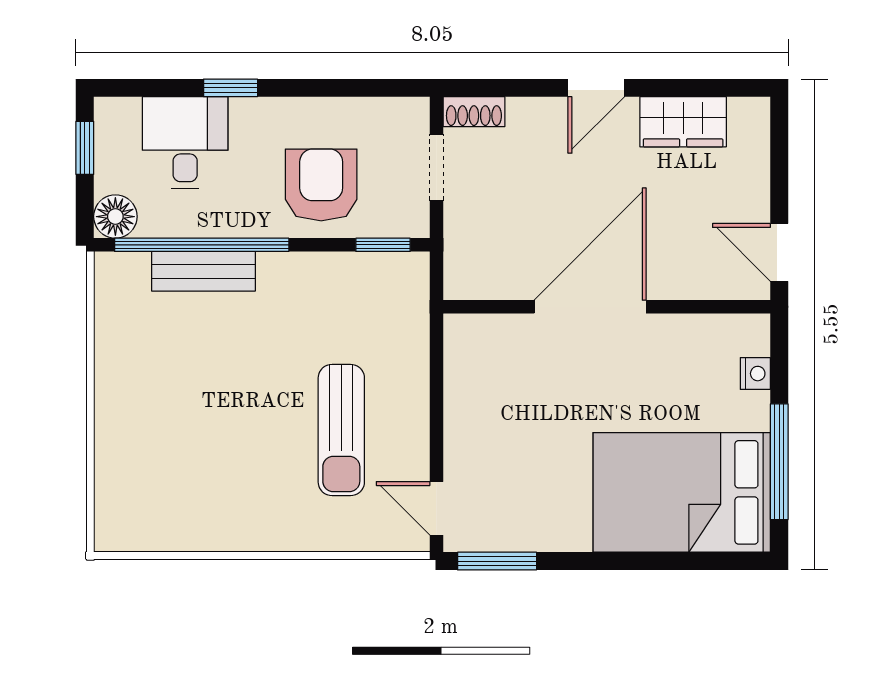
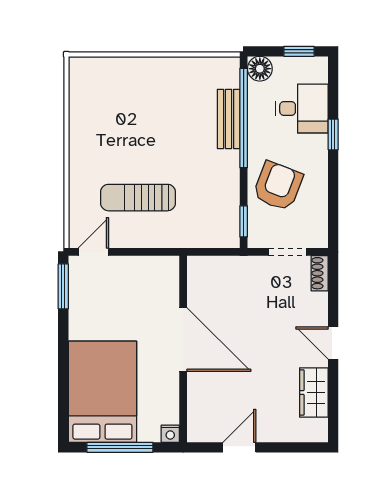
armchair: (321, 185) -> (278, 186), turned -69
door: (590, 307) -> (183, 339), moved
wall: (607, 307) -> (183, 349), moved

